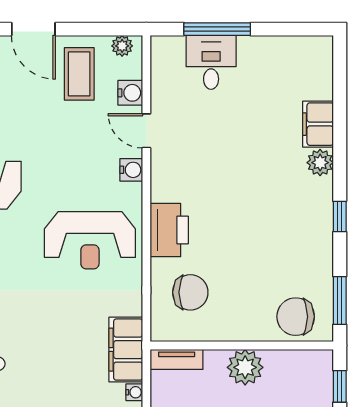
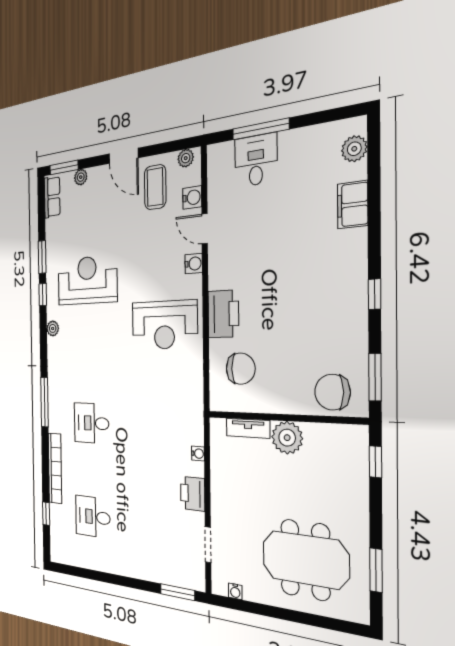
plant: (320, 163) -> (354, 149), moved
filing cabinet: (126, 350) -> (191, 417), removed
tv unit: (177, 359) -> (248, 428), moved

